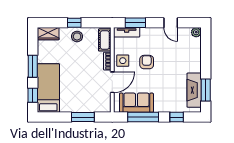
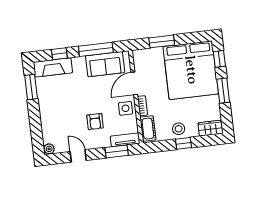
armchair: (147, 62) -> (95, 122), moved
bed: (48, 88) -> (191, 70), width x2.04
fireplace: (194, 90) -> (53, 67), moved, turned 90

